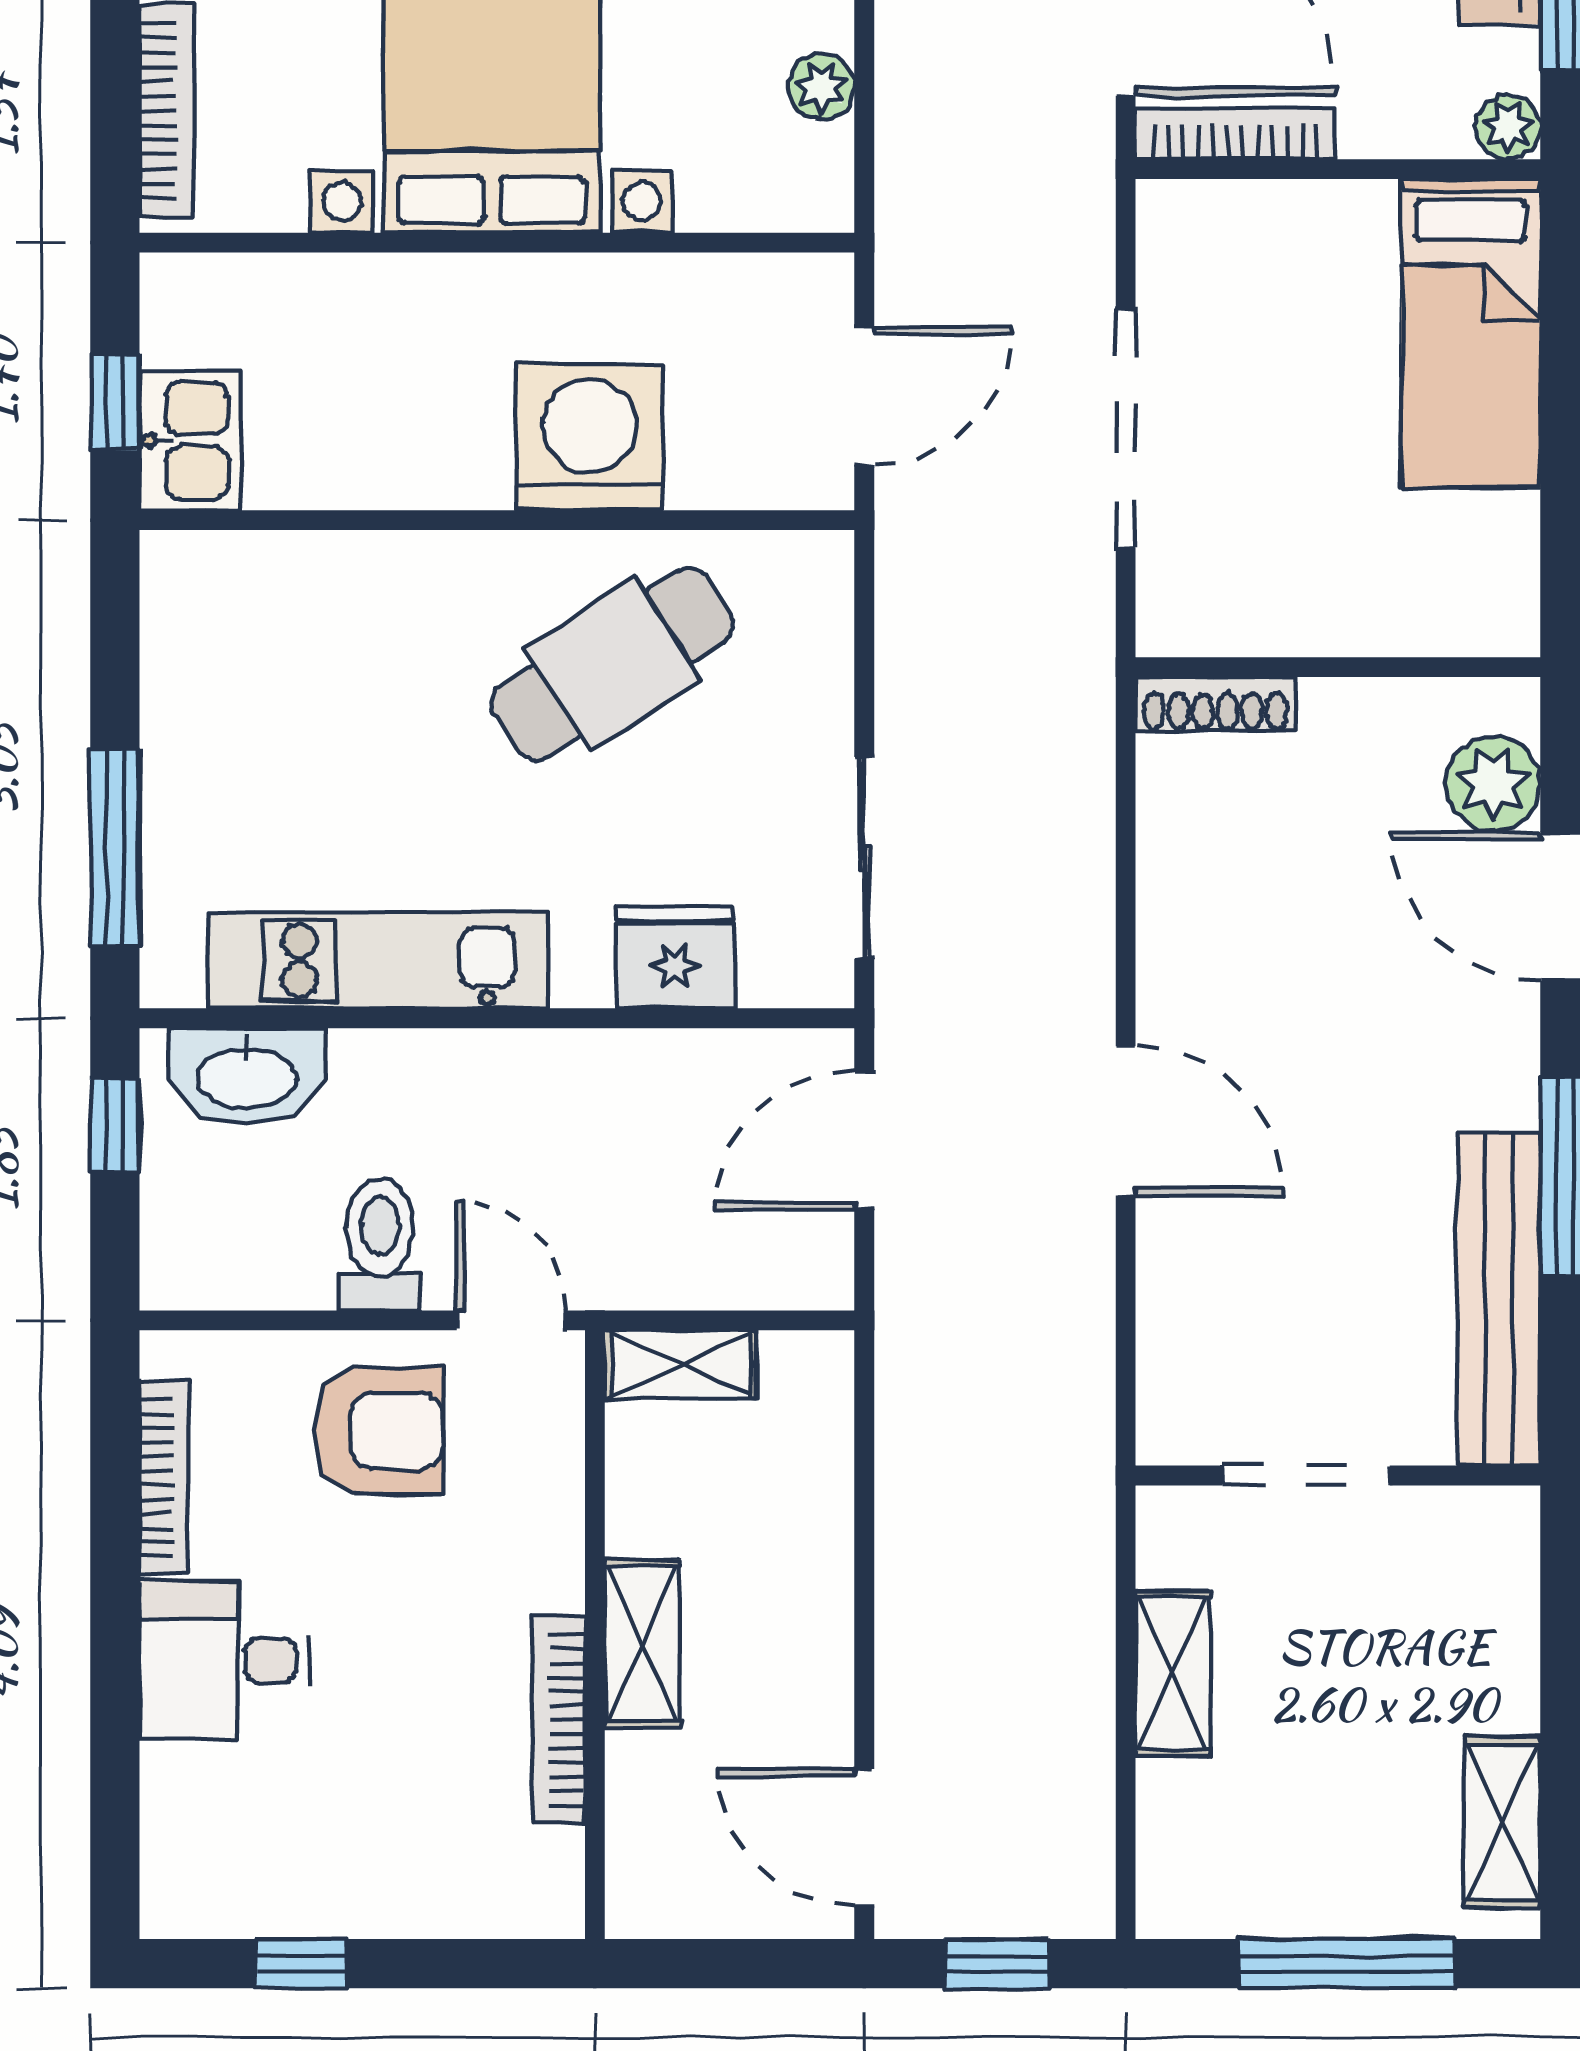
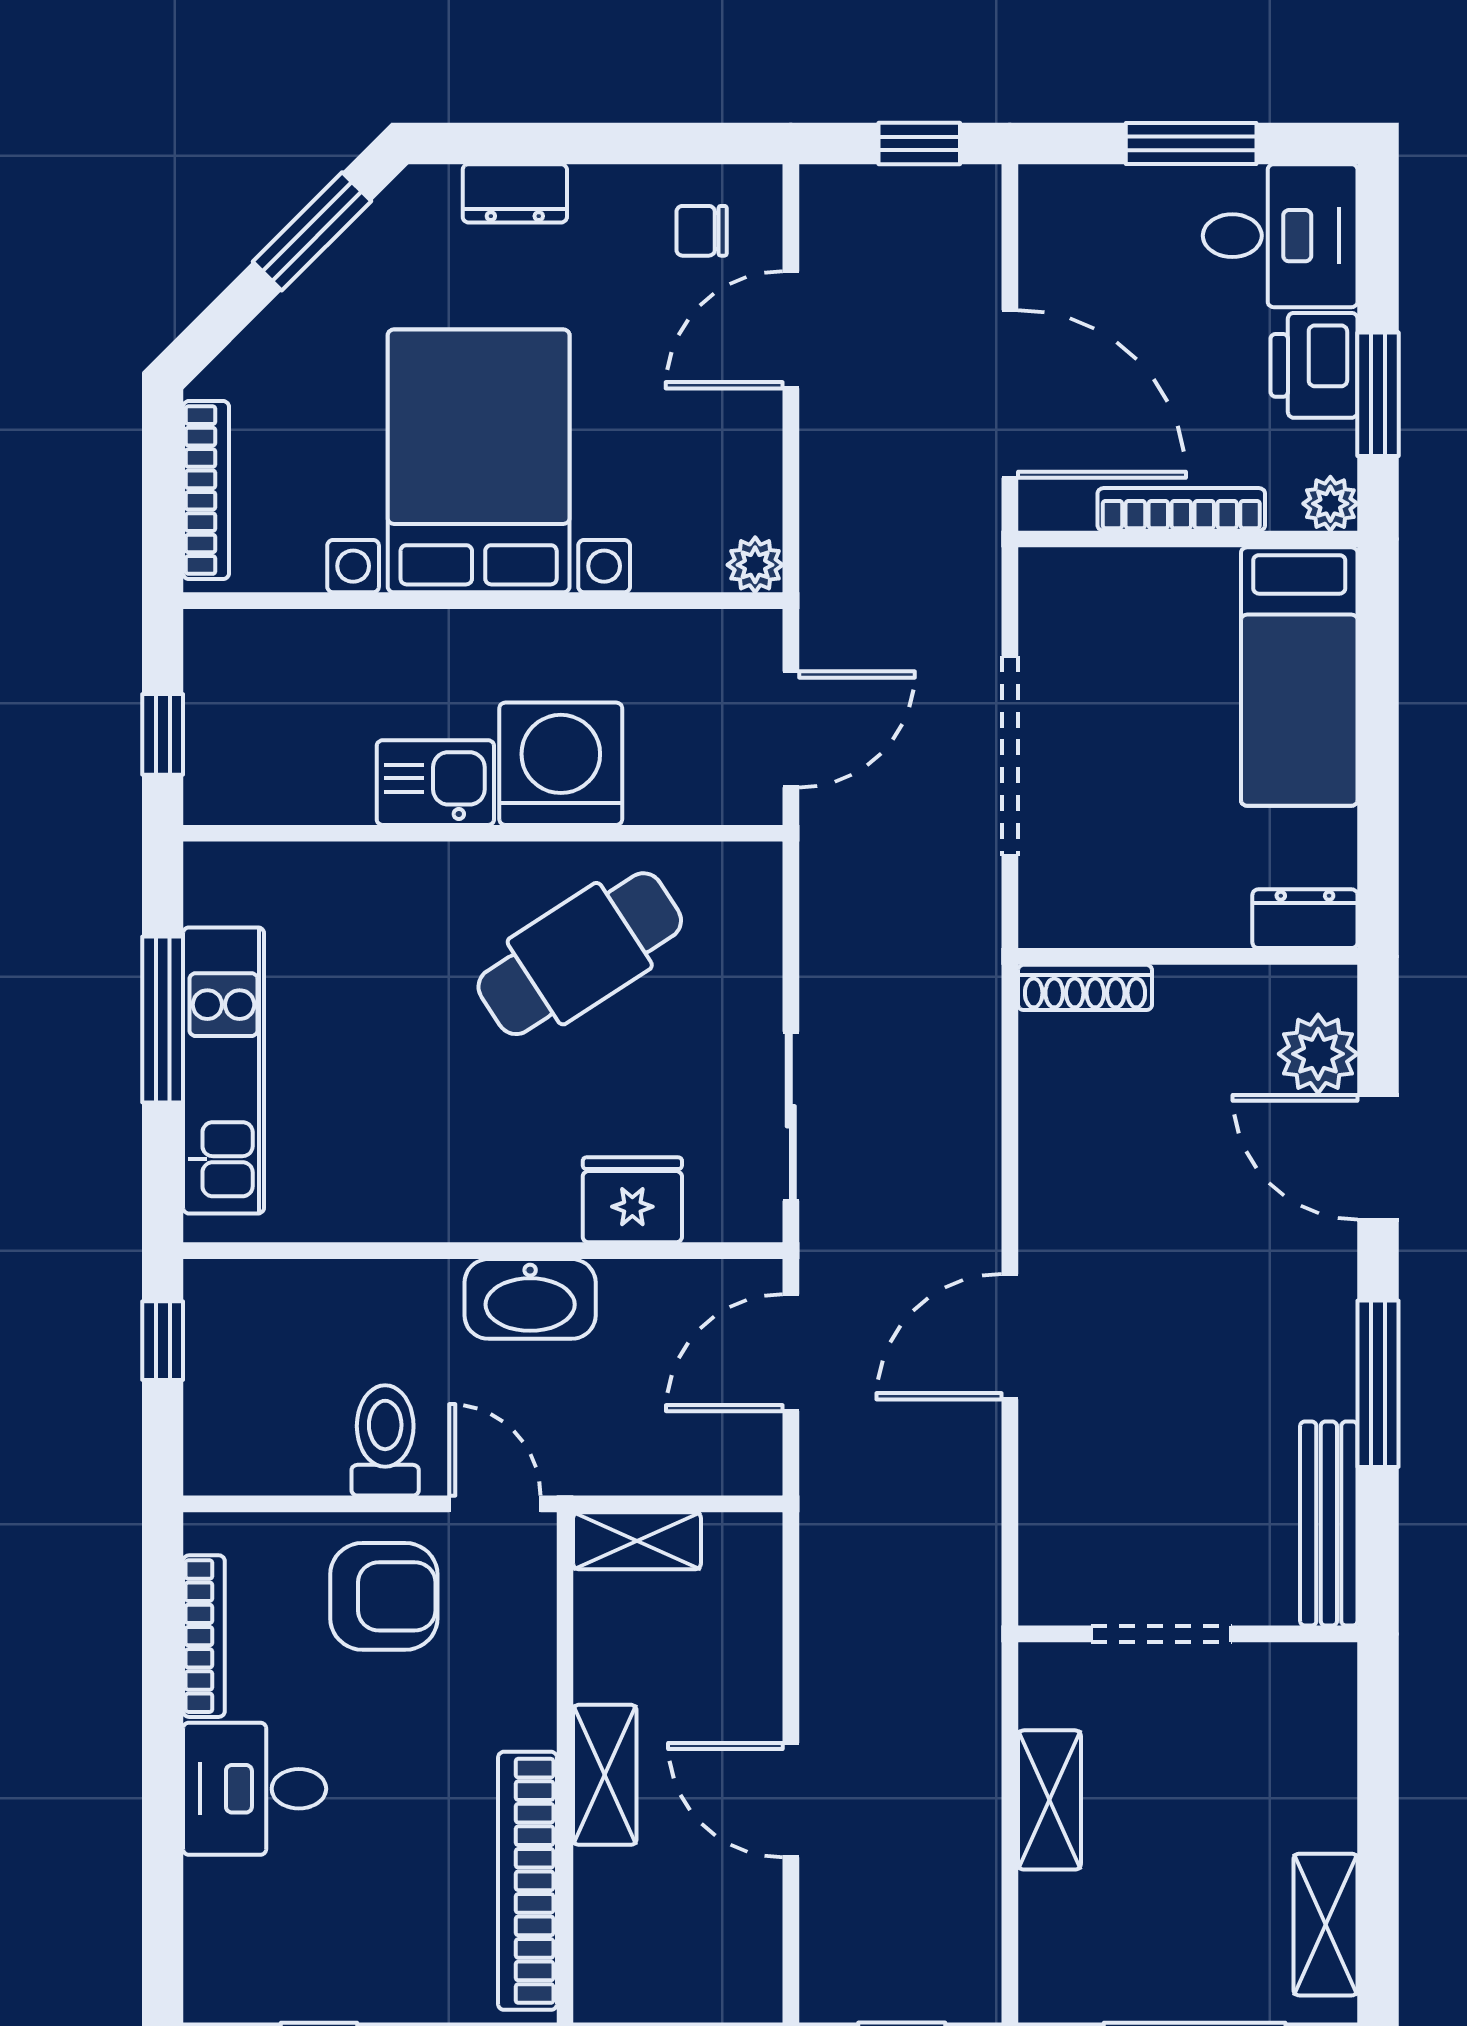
plant: (822, 87) -> (755, 565), moved
bookcase: (1235, 134) -> (1181, 509), moved
kitchen sink: (190, 440) -> (435, 783), moved, turned -90
dresser: (1478, 622) -> (1305, 919), added
window: (115, 847) -> (163, 1019), moved
kitchen unit: (378, 960) -> (224, 1070), moved, turned 90
washbasin: (247, 1076) -> (530, 1299), moved
door: (1126, 1121) -> (1010, 1337), swing flipped
bench: (1499, 1299) -> (1329, 1524), width x0.73, depth x0.82
bookcase: (558, 1720) -> (528, 1881), width x1.48, depth x1.31
door: (864, 1837) -> (791, 1800), moved

